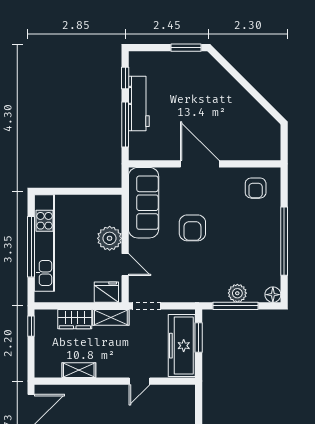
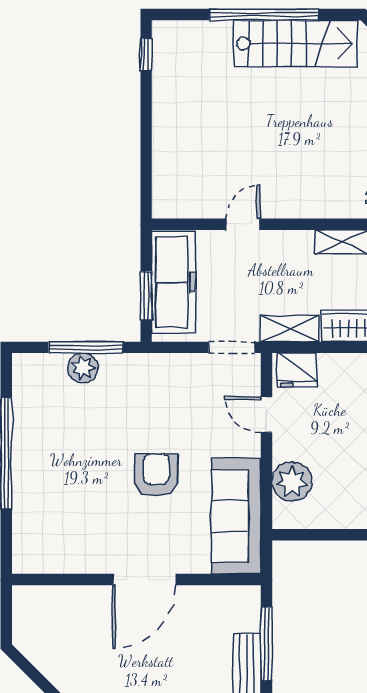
door: (200, 164) -> (144, 580), hinge flipped
armchair: (256, 188) -> (53, 540), removed
plant: (110, 238) -> (292, 482), moved
floor lamp: (273, 295) -> (25, 366), removed

